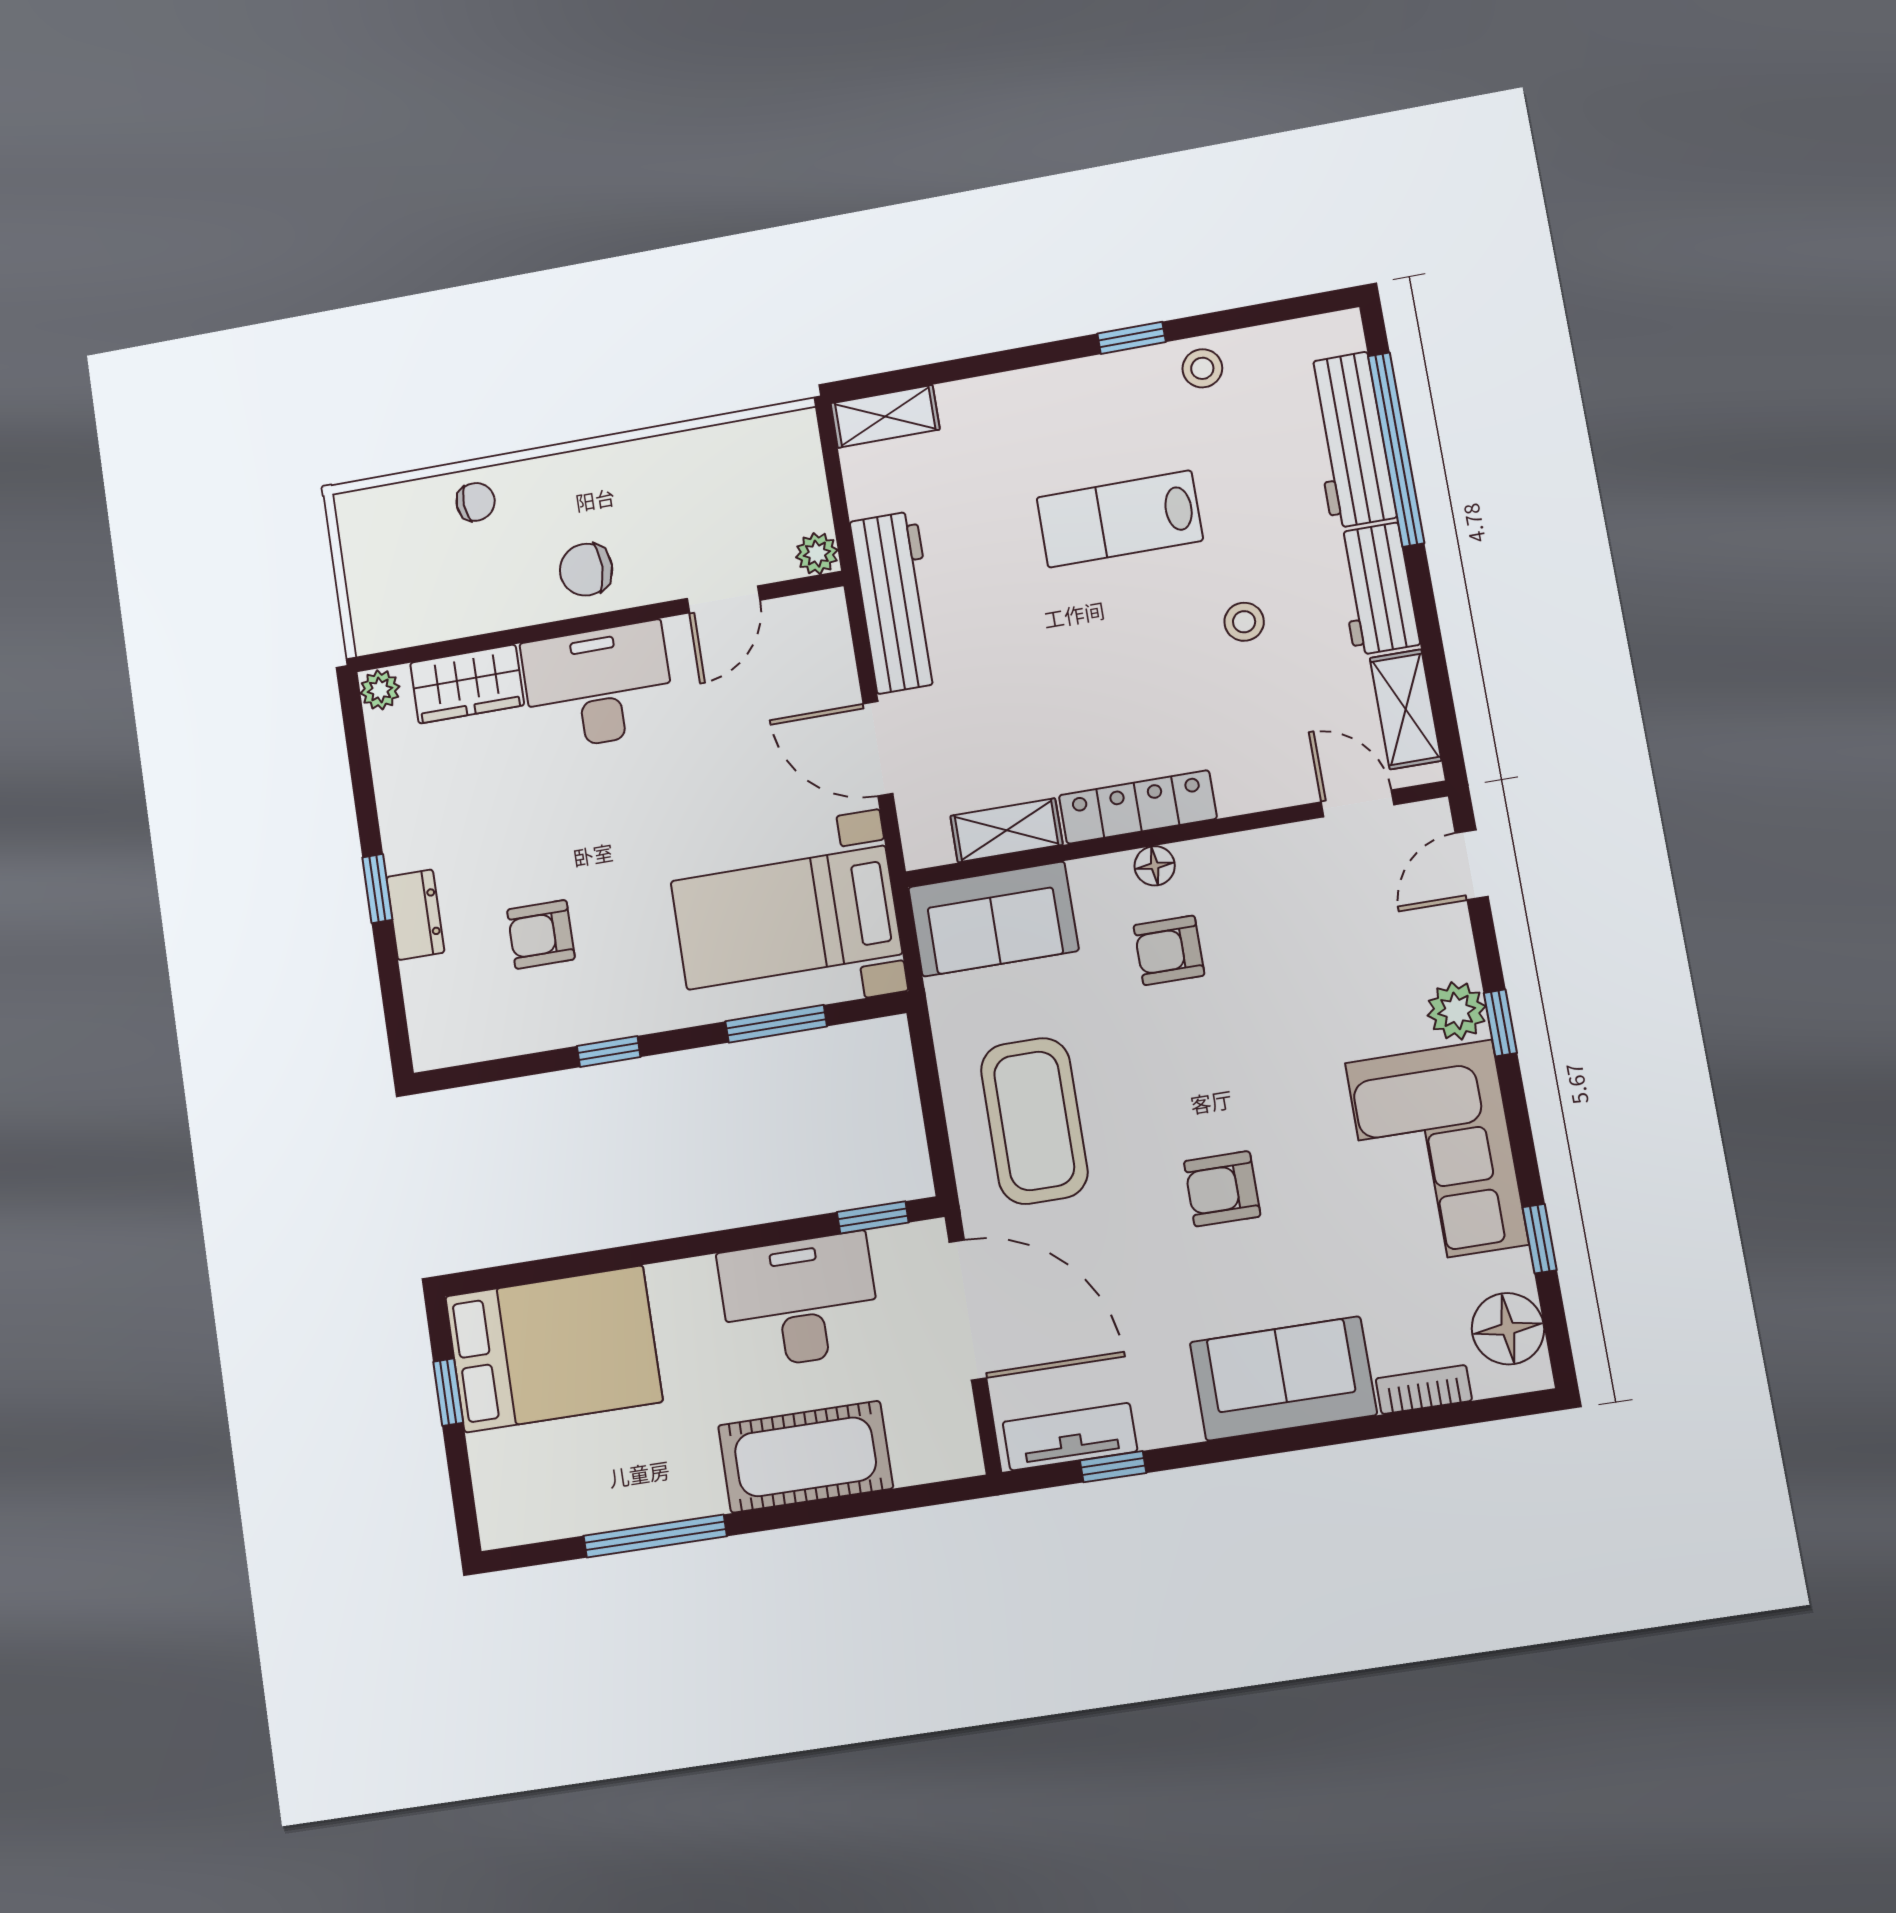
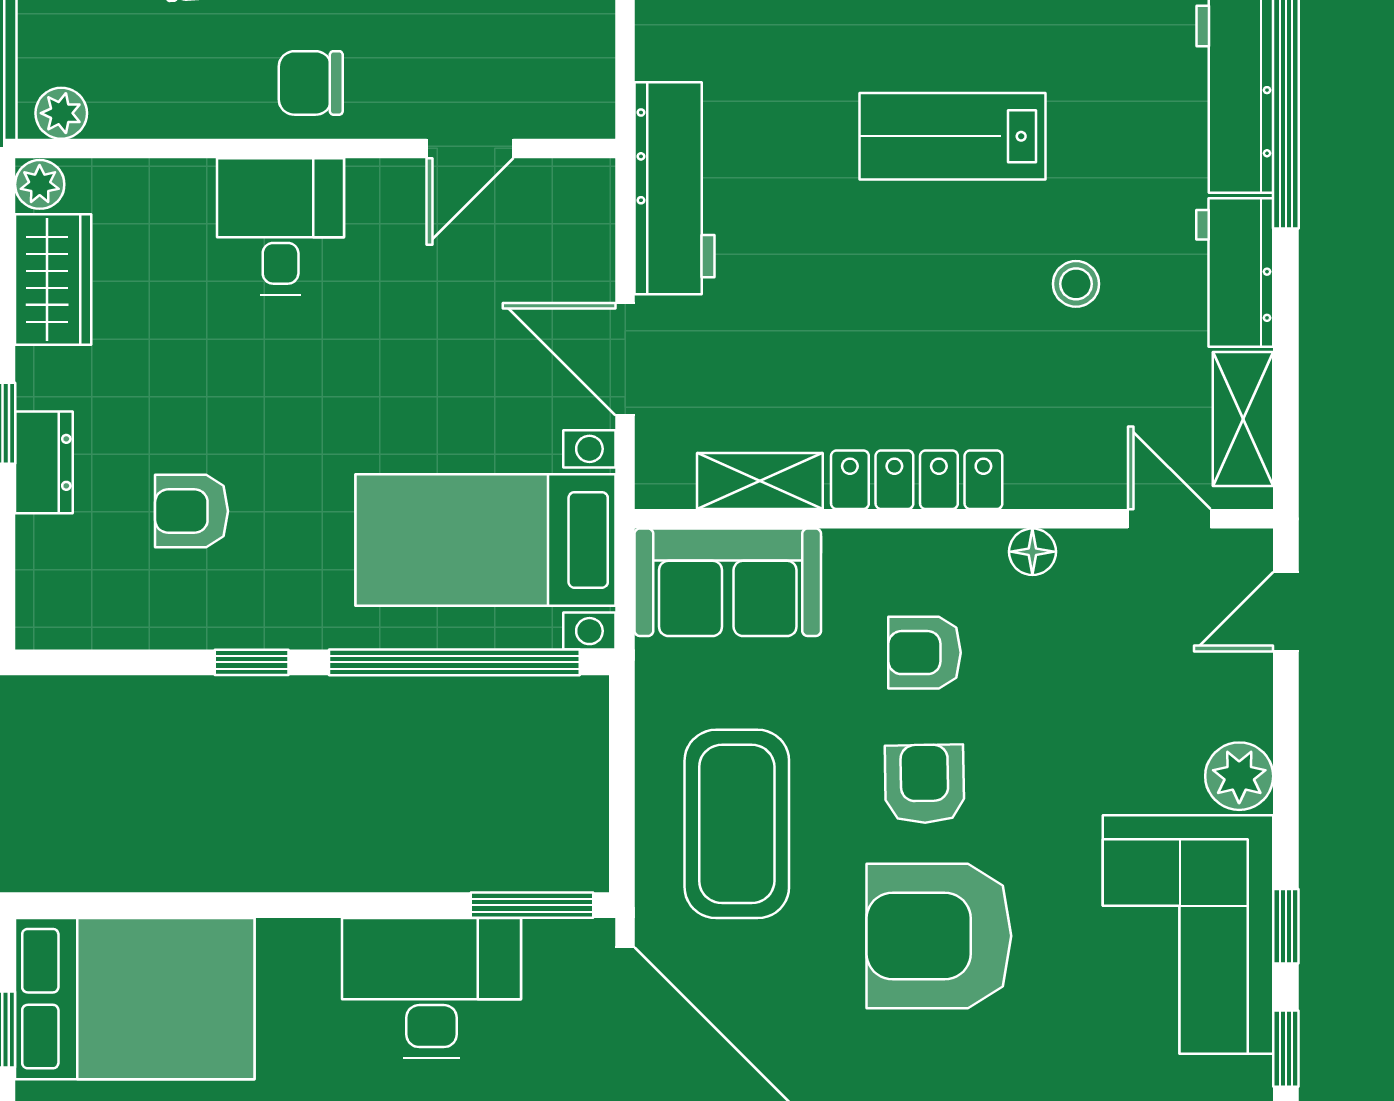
plant: (817, 554) -> (61, 113), moved
wardrobe: (467, 684) -> (53, 279), moved, turned -90
desk: (598, 686) -> (281, 226), width x0.73
floor lamp: (1155, 866) -> (1032, 552), moved
window: (1500, 1023) -> (1286, 926), moved
window: (776, 1024) -> (454, 662), width x2.11
armchair: (1188, 1061) -> (924, 784), added
armchair: (1222, 1189) -> (939, 936), width x1.88, depth x1.88
window: (873, 1217) -> (532, 905), width x1.50

